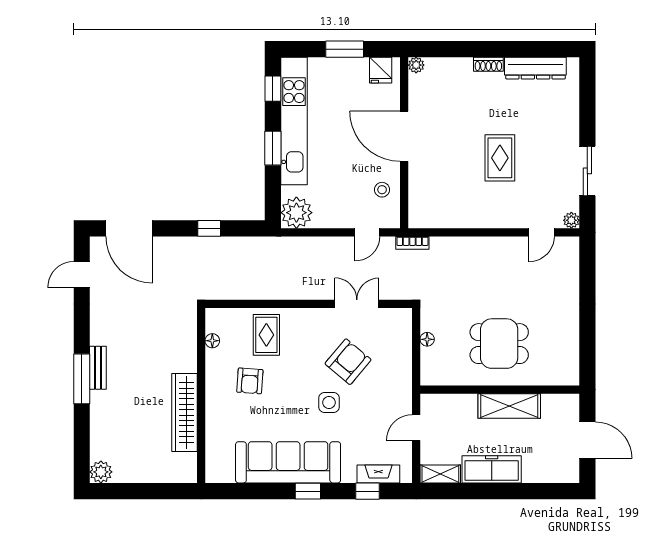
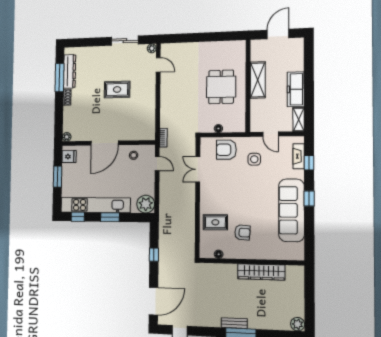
window: (524, 49) -> (59, 78), added
armchair: (348, 362) -> (226, 150), moved, turned -40
side table: (329, 402) -> (254, 159), moved

